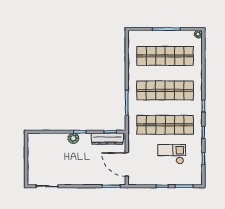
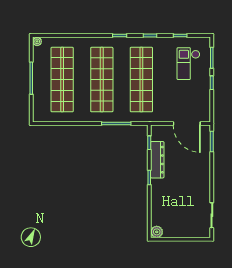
plant: (73, 138) -> (157, 232), moved
dresser: (107, 139) -> (157, 160), moved
checkout: (172, 154) -> (188, 64), moved
door: (127, 164) -> (187, 124), hinge flipped

